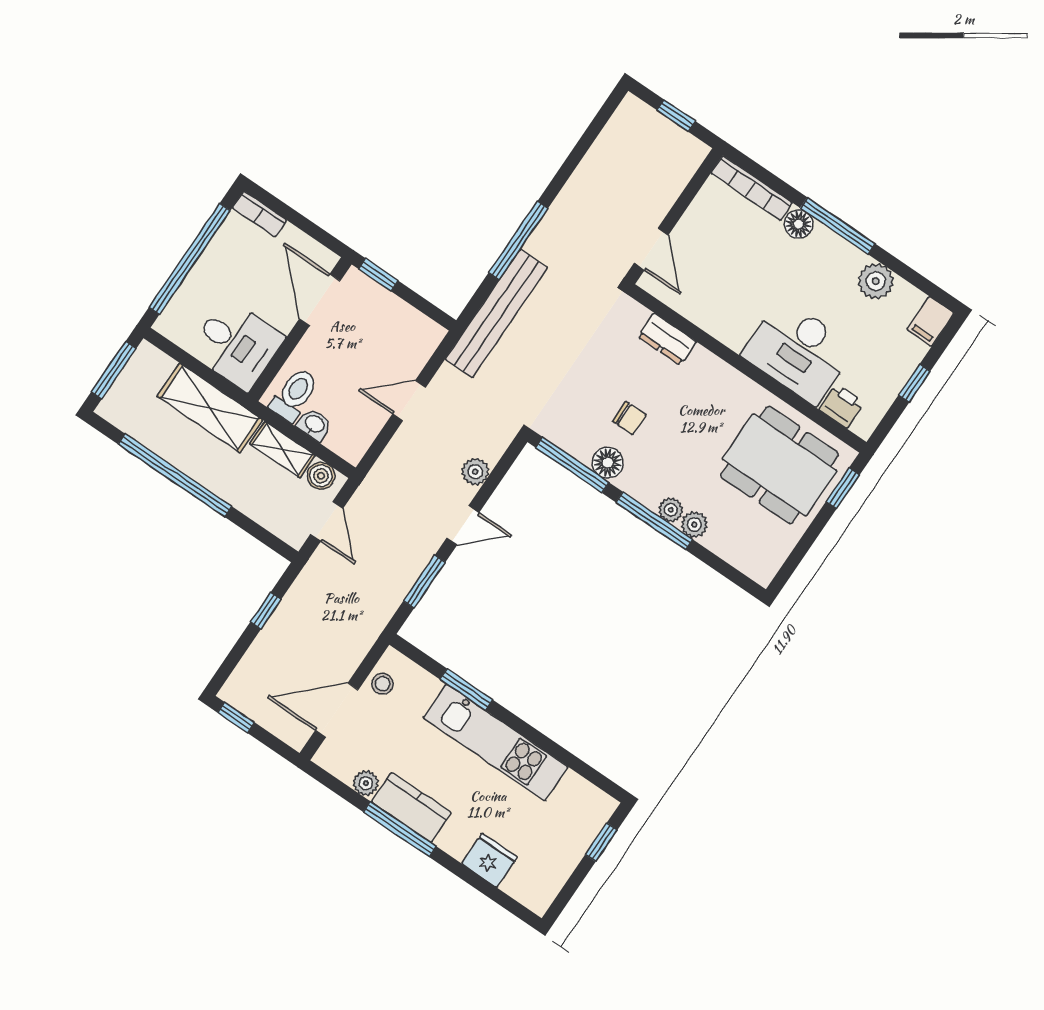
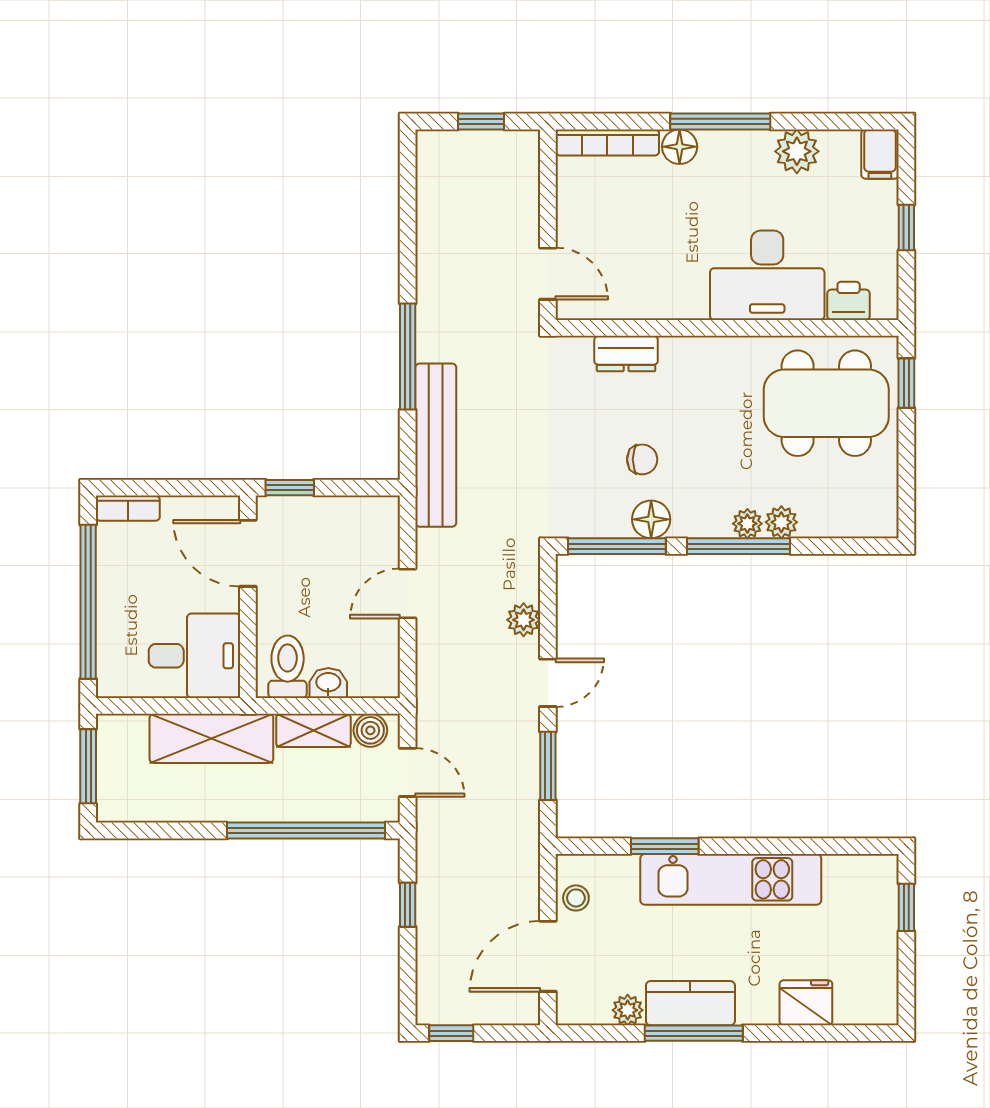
window: (175, 475) -> (306, 831), moved

